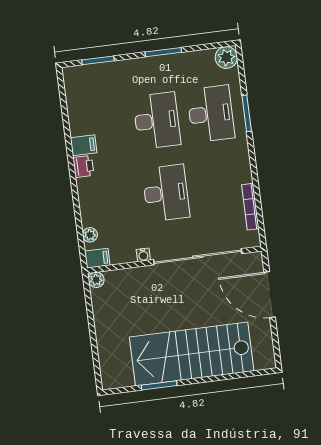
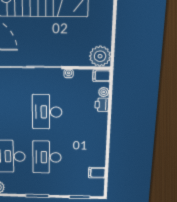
filing cabinet: (84, 145) -> (97, 173), moved
printer: (83, 166) -> (102, 105), moved
plant: (96, 280) -> (100, 56), width x1.87, depth x1.87

